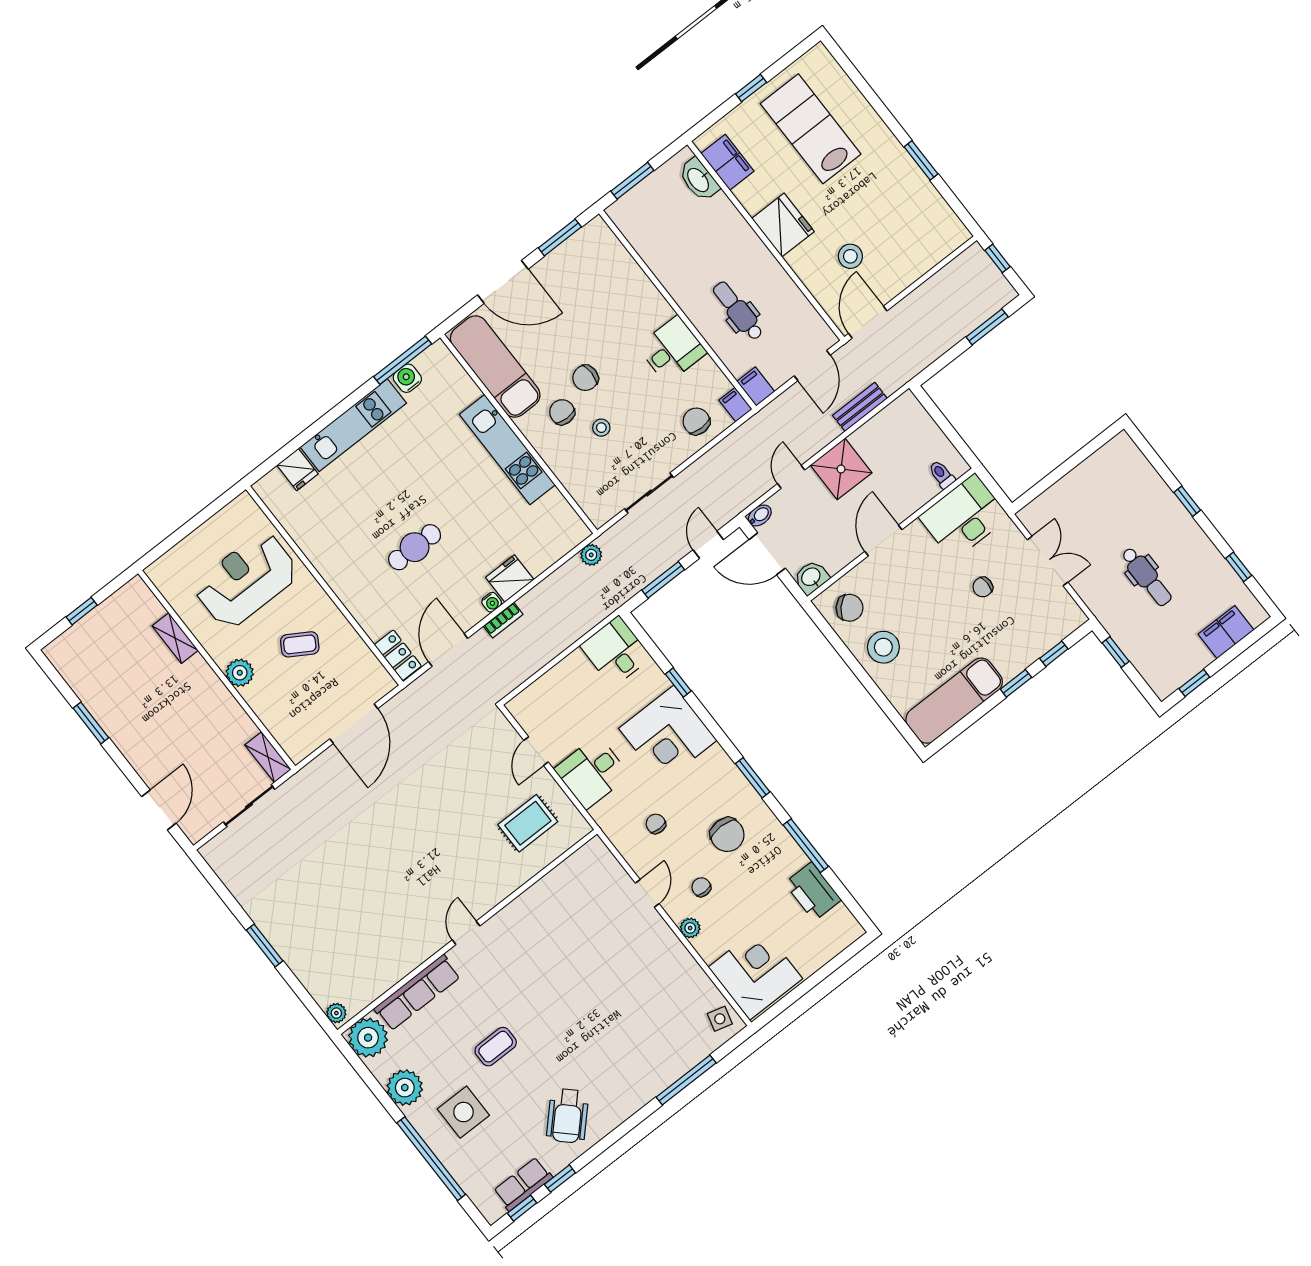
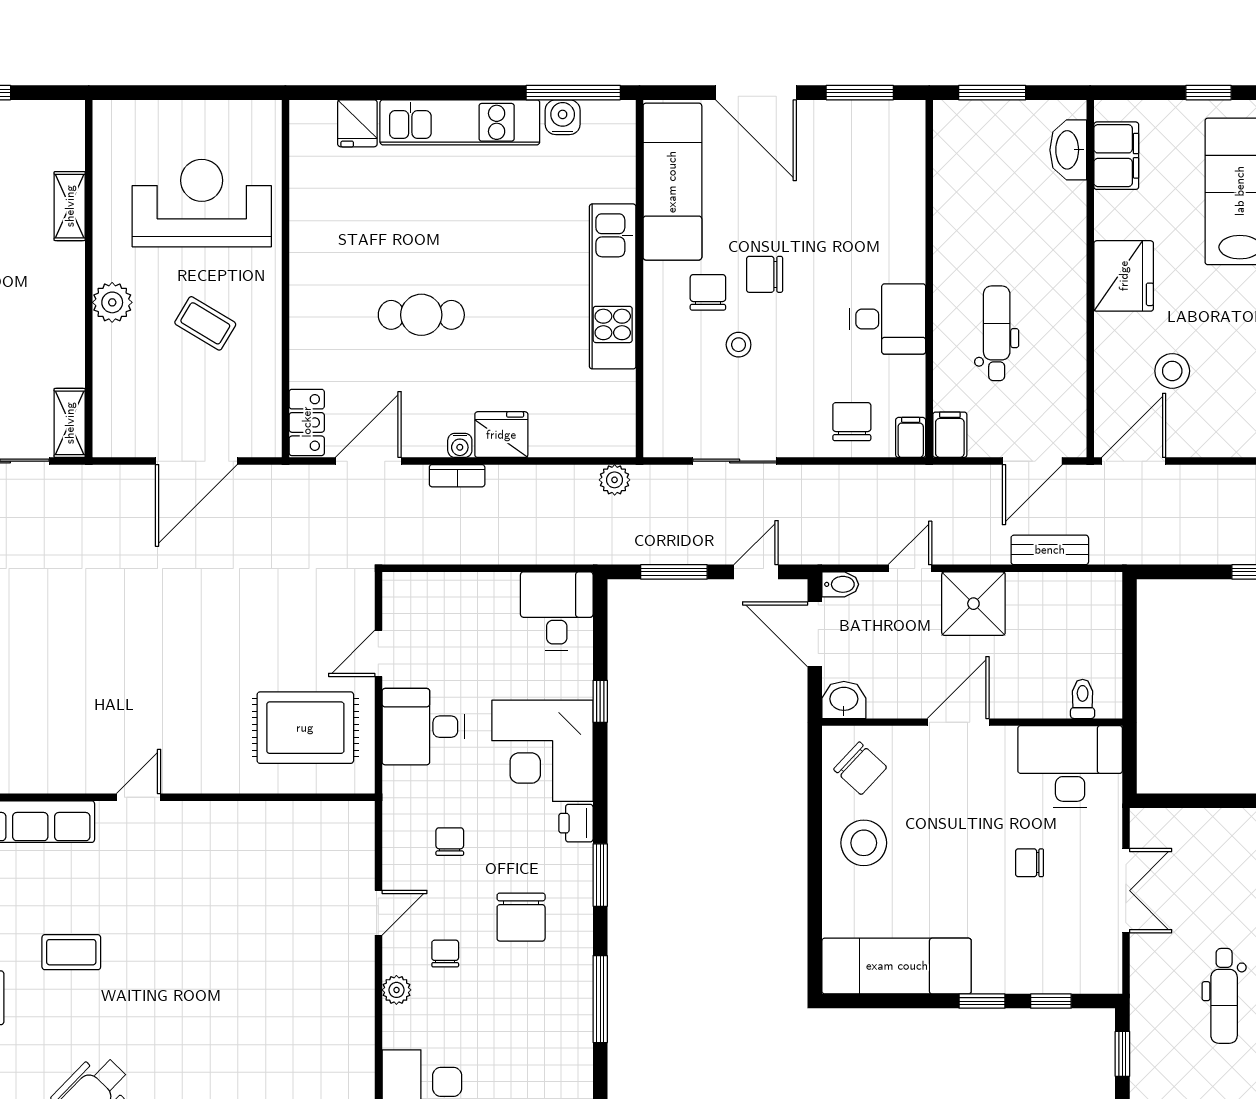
rug: (528, 823) -> (305, 728), width x1.36, depth x1.43
printer: (813, 891) -> (576, 823), moved, width x0.53, depth x0.68

